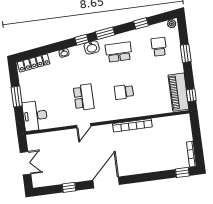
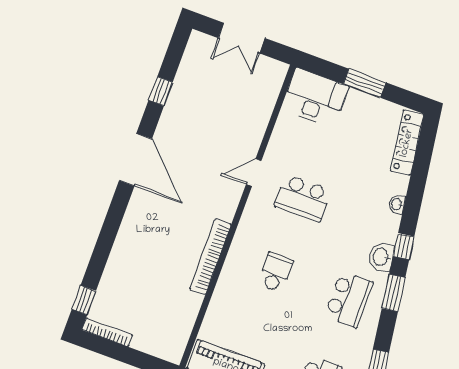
door: (84, 126) -> (254, 172), hinge flipped

